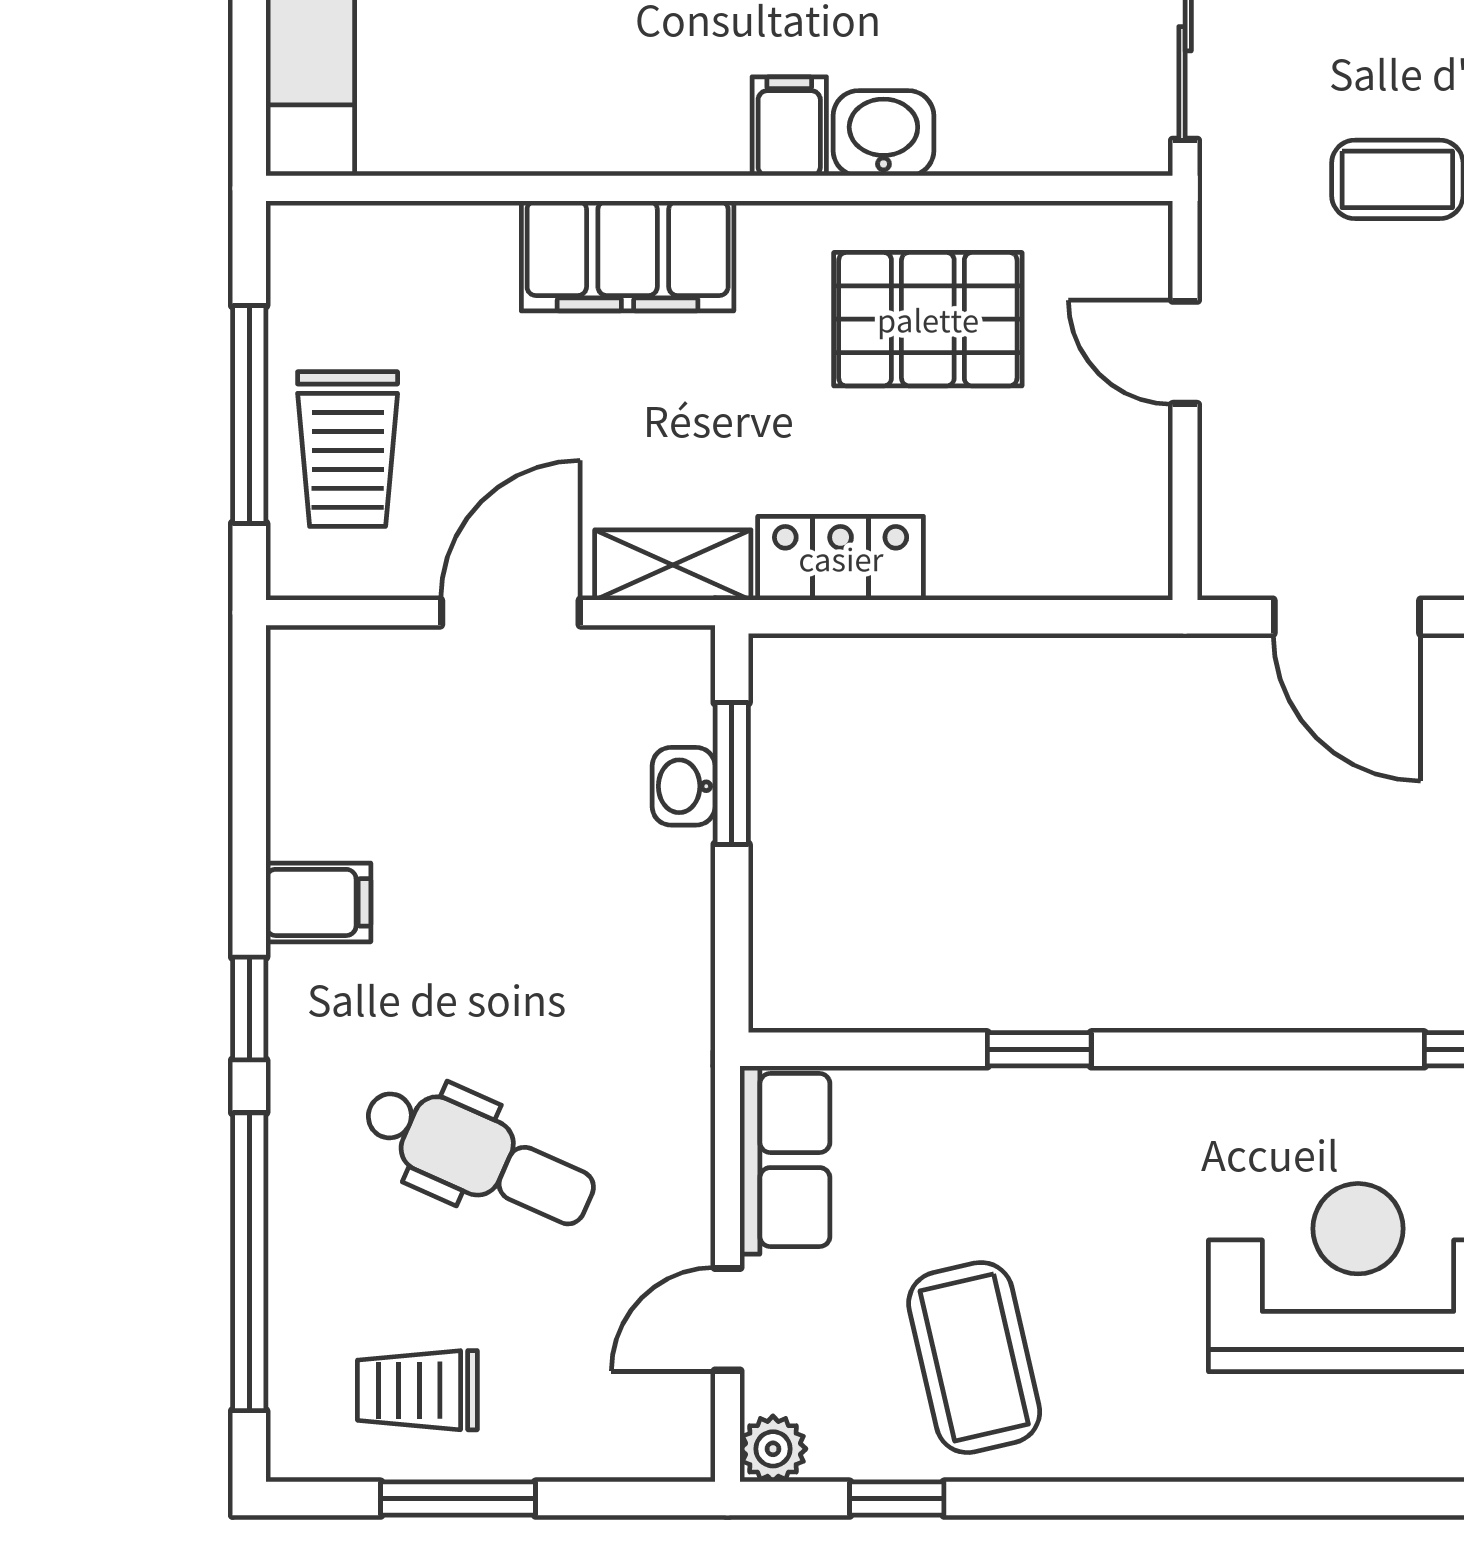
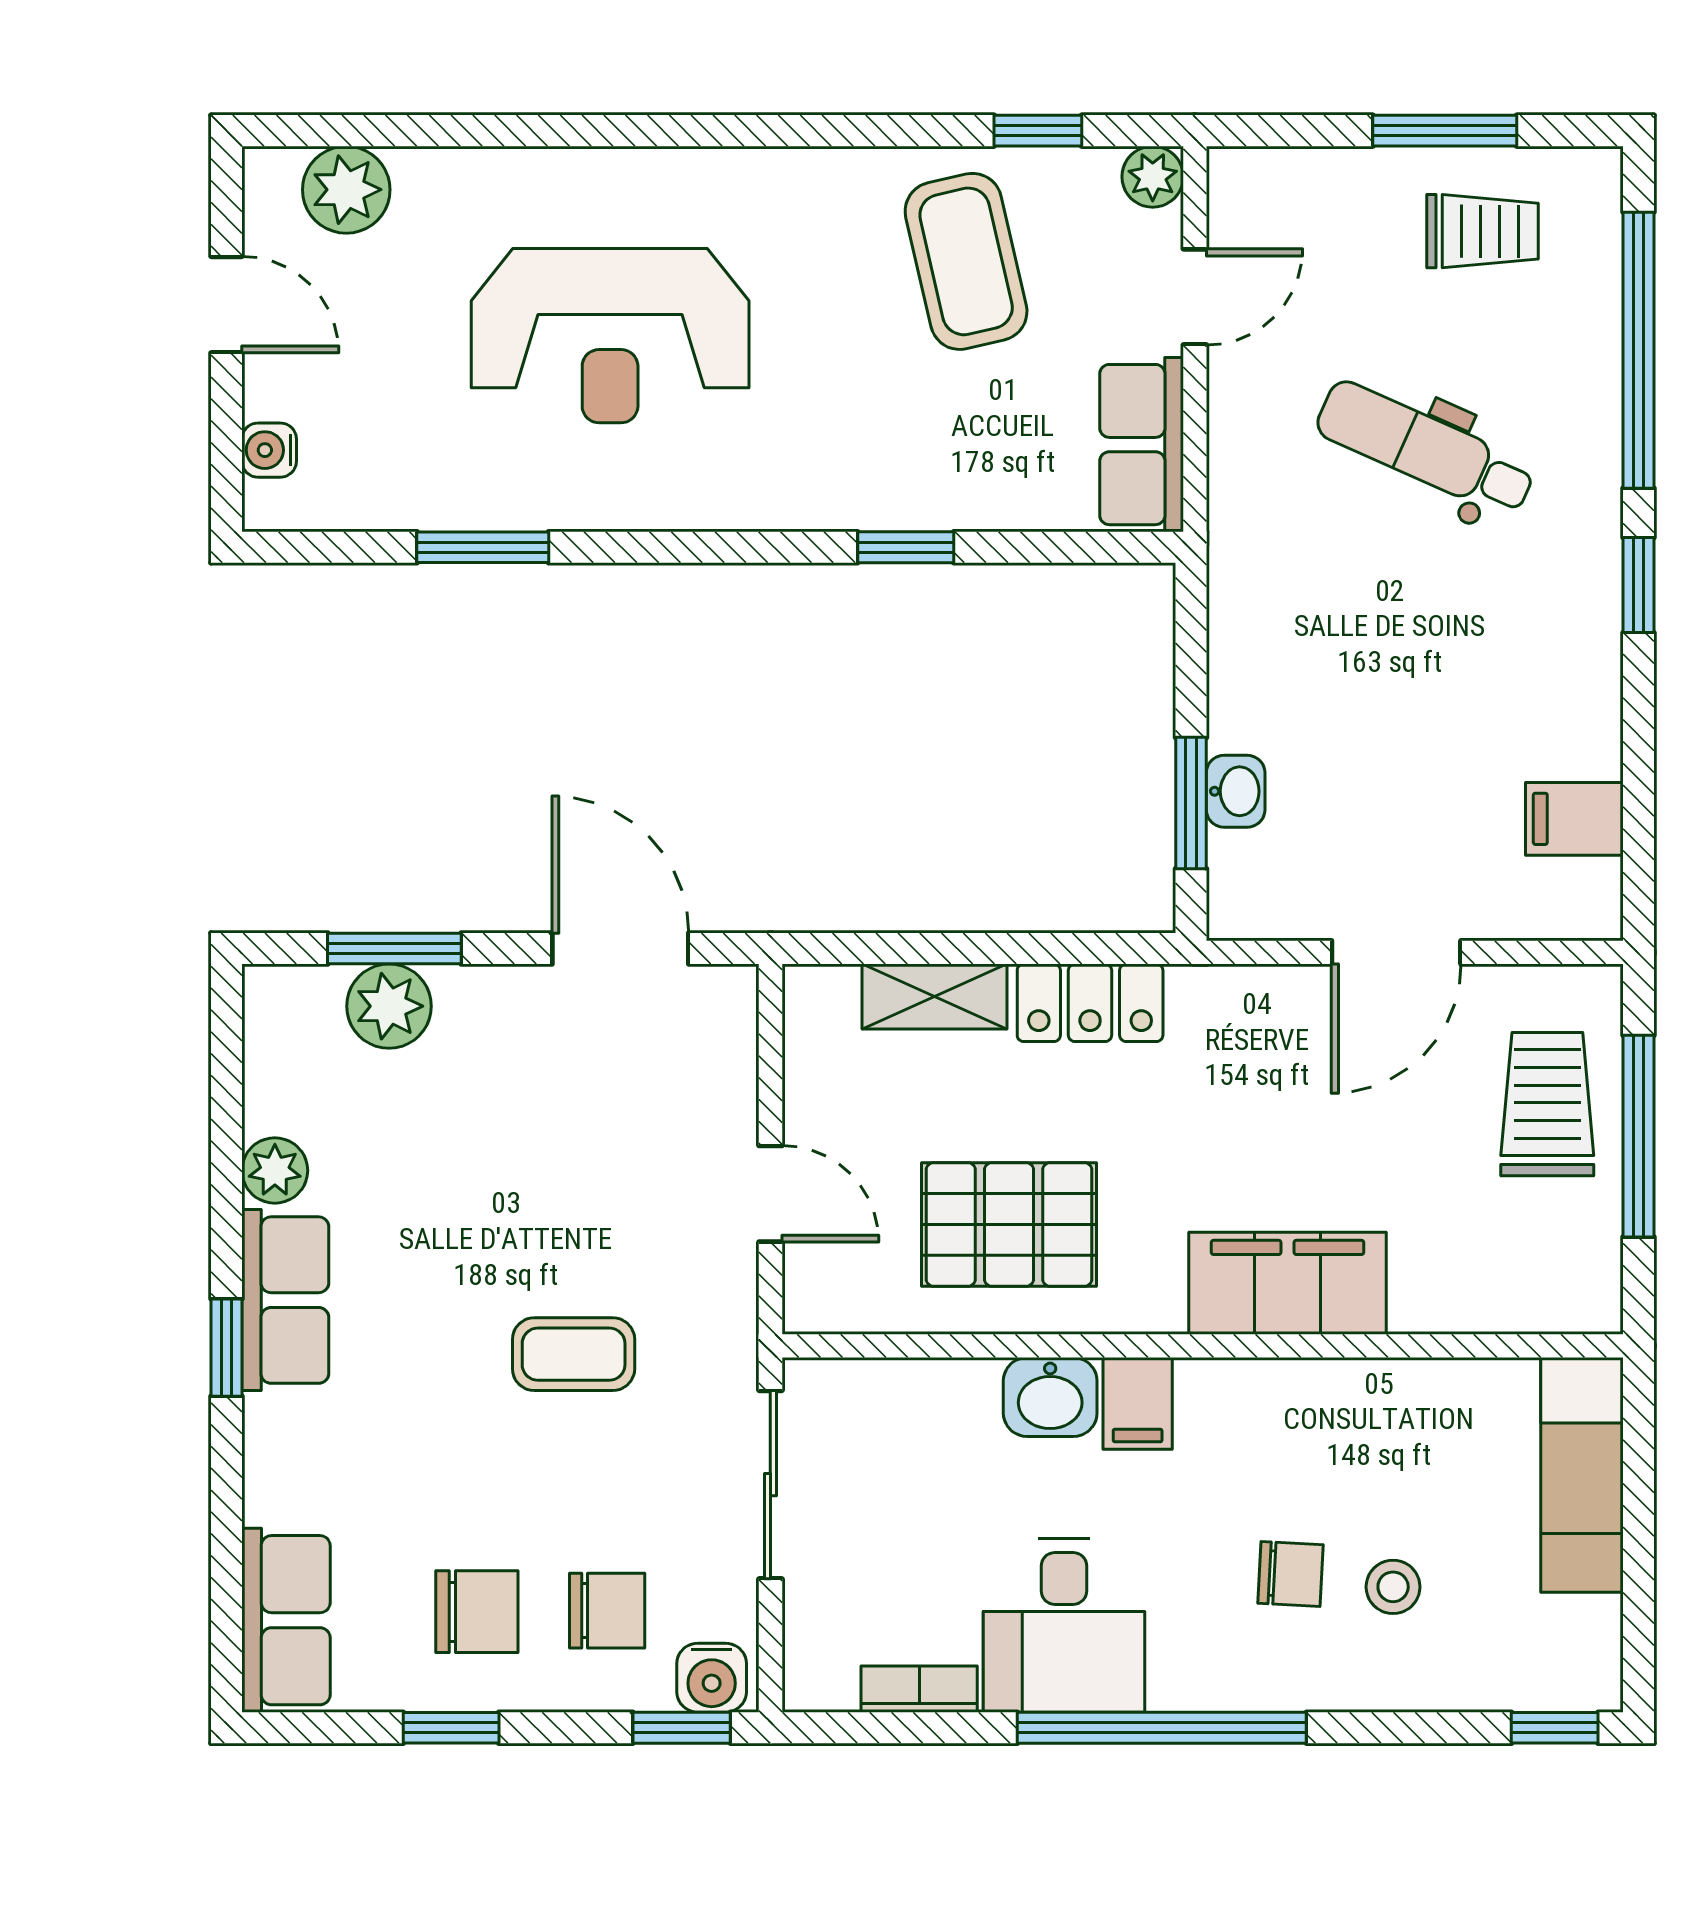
shelving: (673, 565) -> (935, 997), moved
filing cabinet: (318, 902) -> (1574, 819), moved

